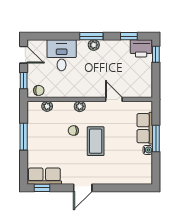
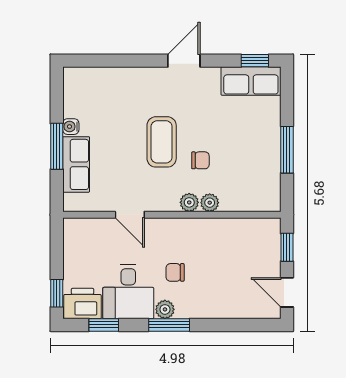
desk: (62, 55) -> (128, 292), moved
chair: (39, 90) -> (175, 272), moved
plant: (47, 106) -> (210, 203), moved

